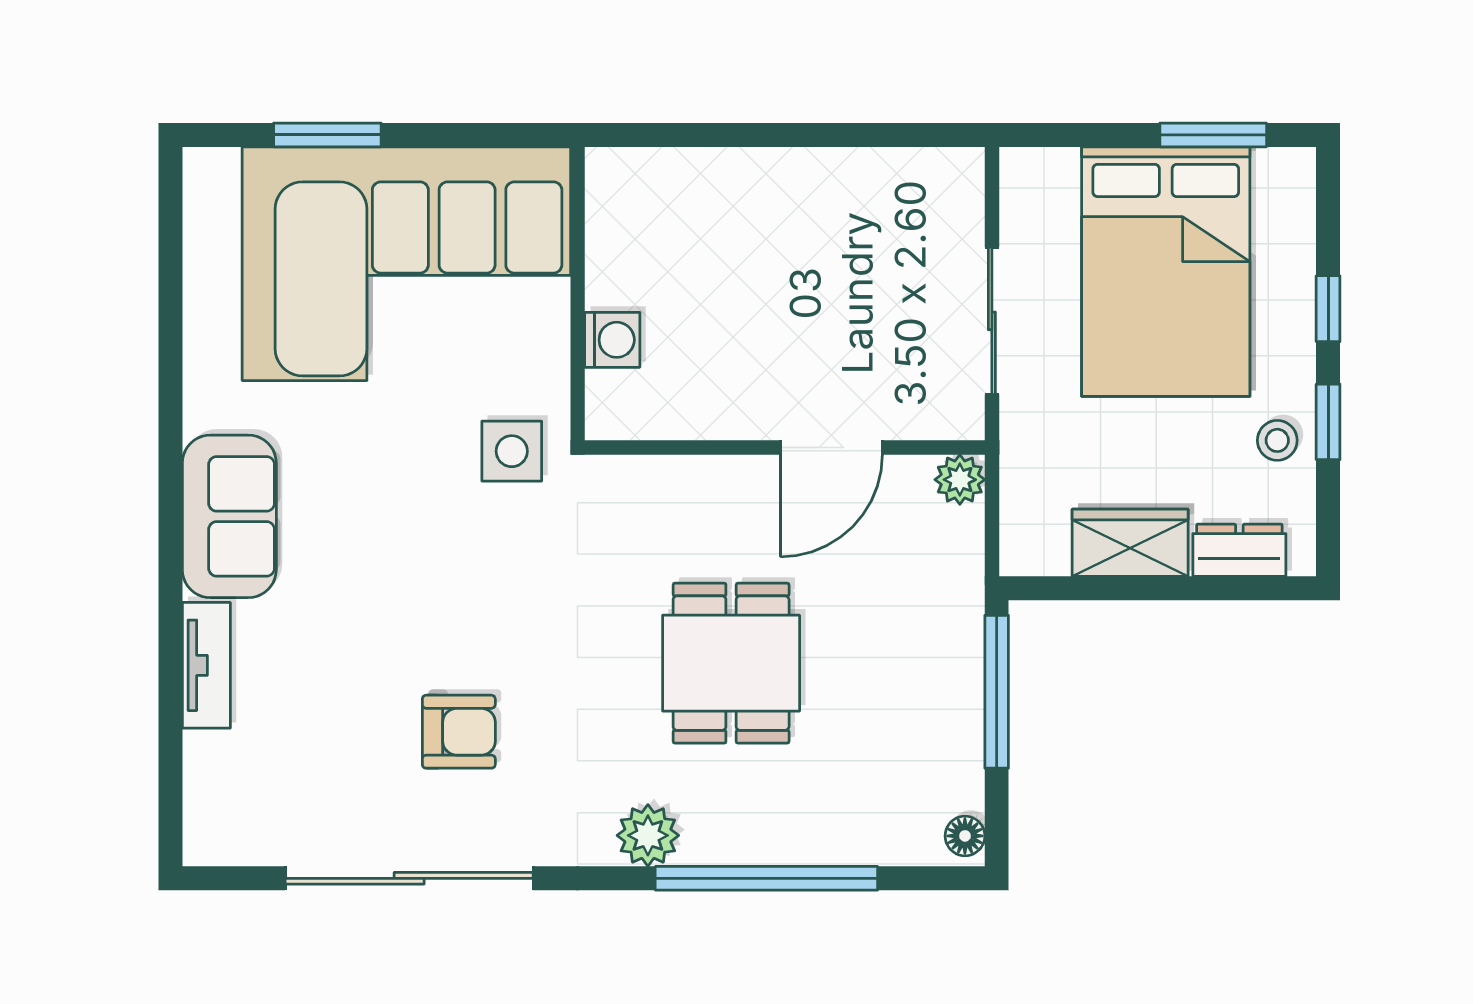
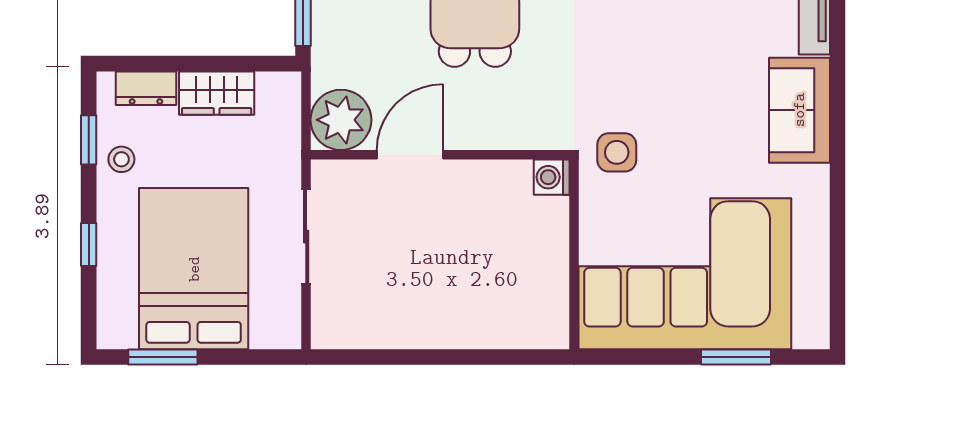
washing machine: (612, 340) -> (552, 177), moved
window: (1328, 422) -> (89, 140), moved
plant: (960, 480) -> (341, 120), width x1.88, depth x1.88

